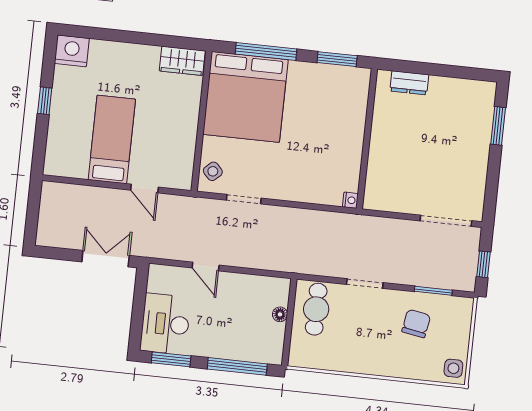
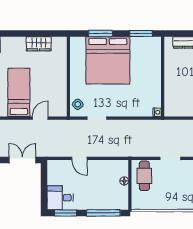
window: (266, 51) -> (101, 33), width x0.69
wardrobe: (182, 61) -> (39, 44), moved
bed: (245, 97) -> (108, 60), moved
door: (144, 189) -> (40, 118), swing flipped
desk: (165, 324) -> (60, 198), width x0.73

